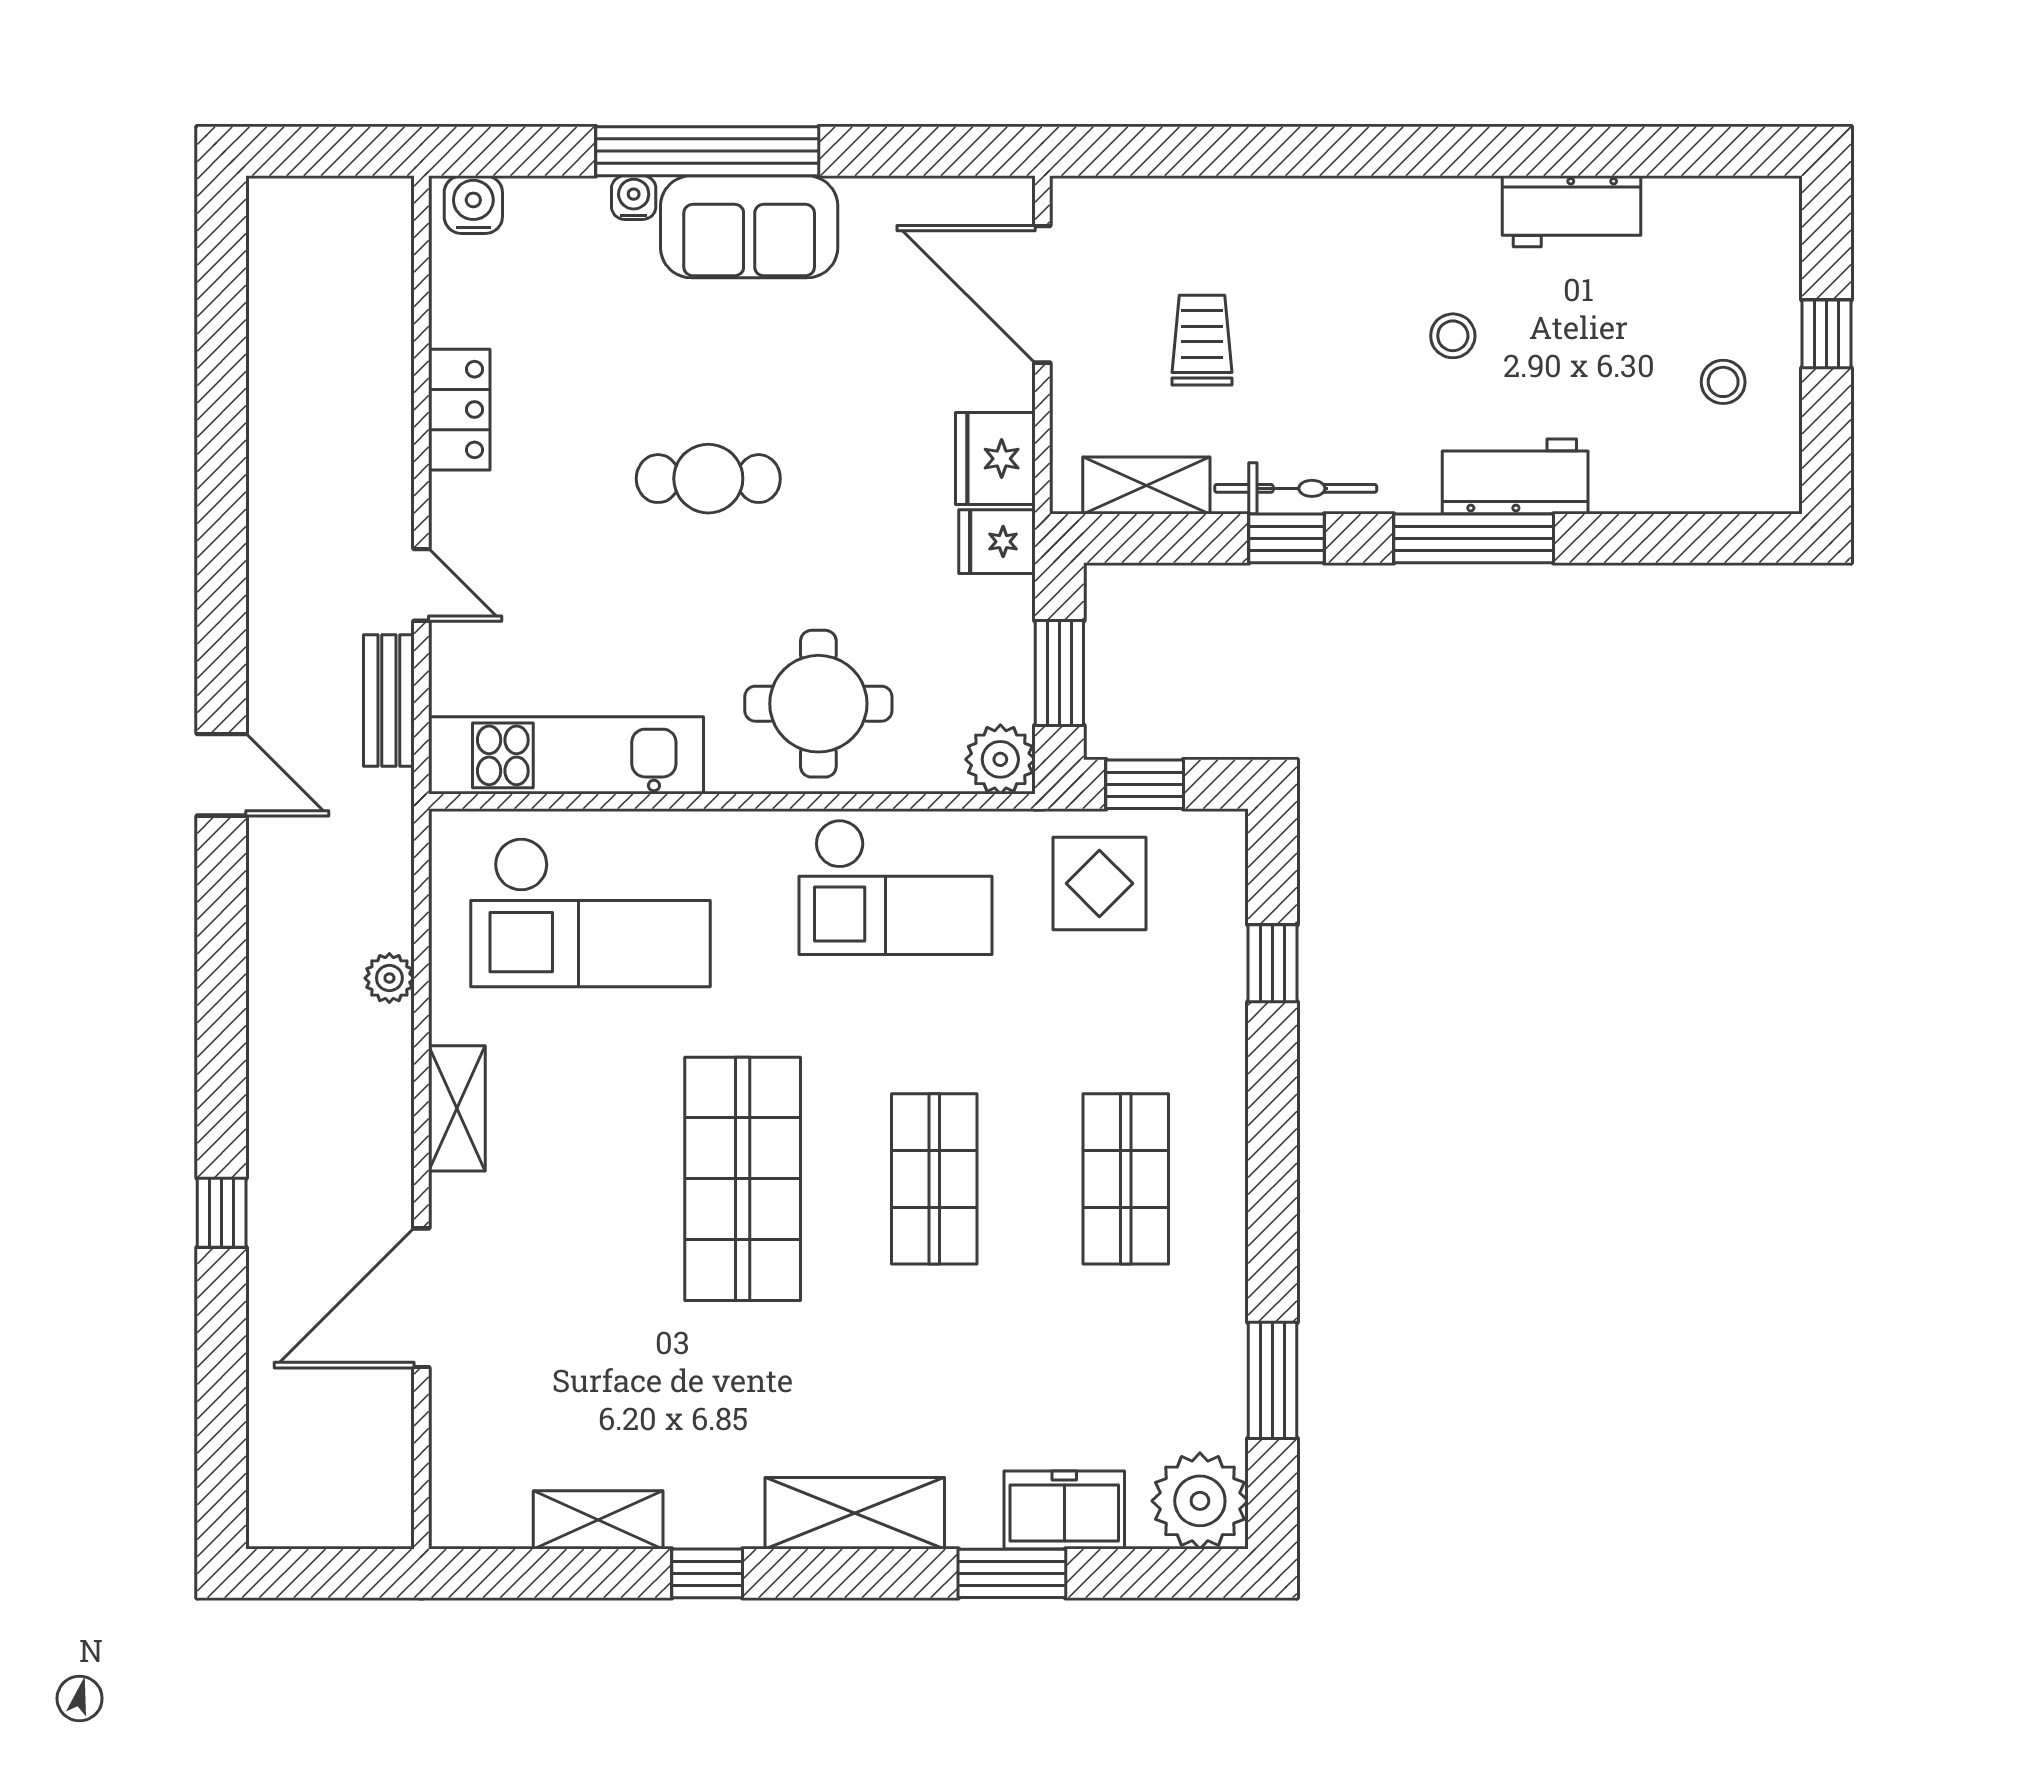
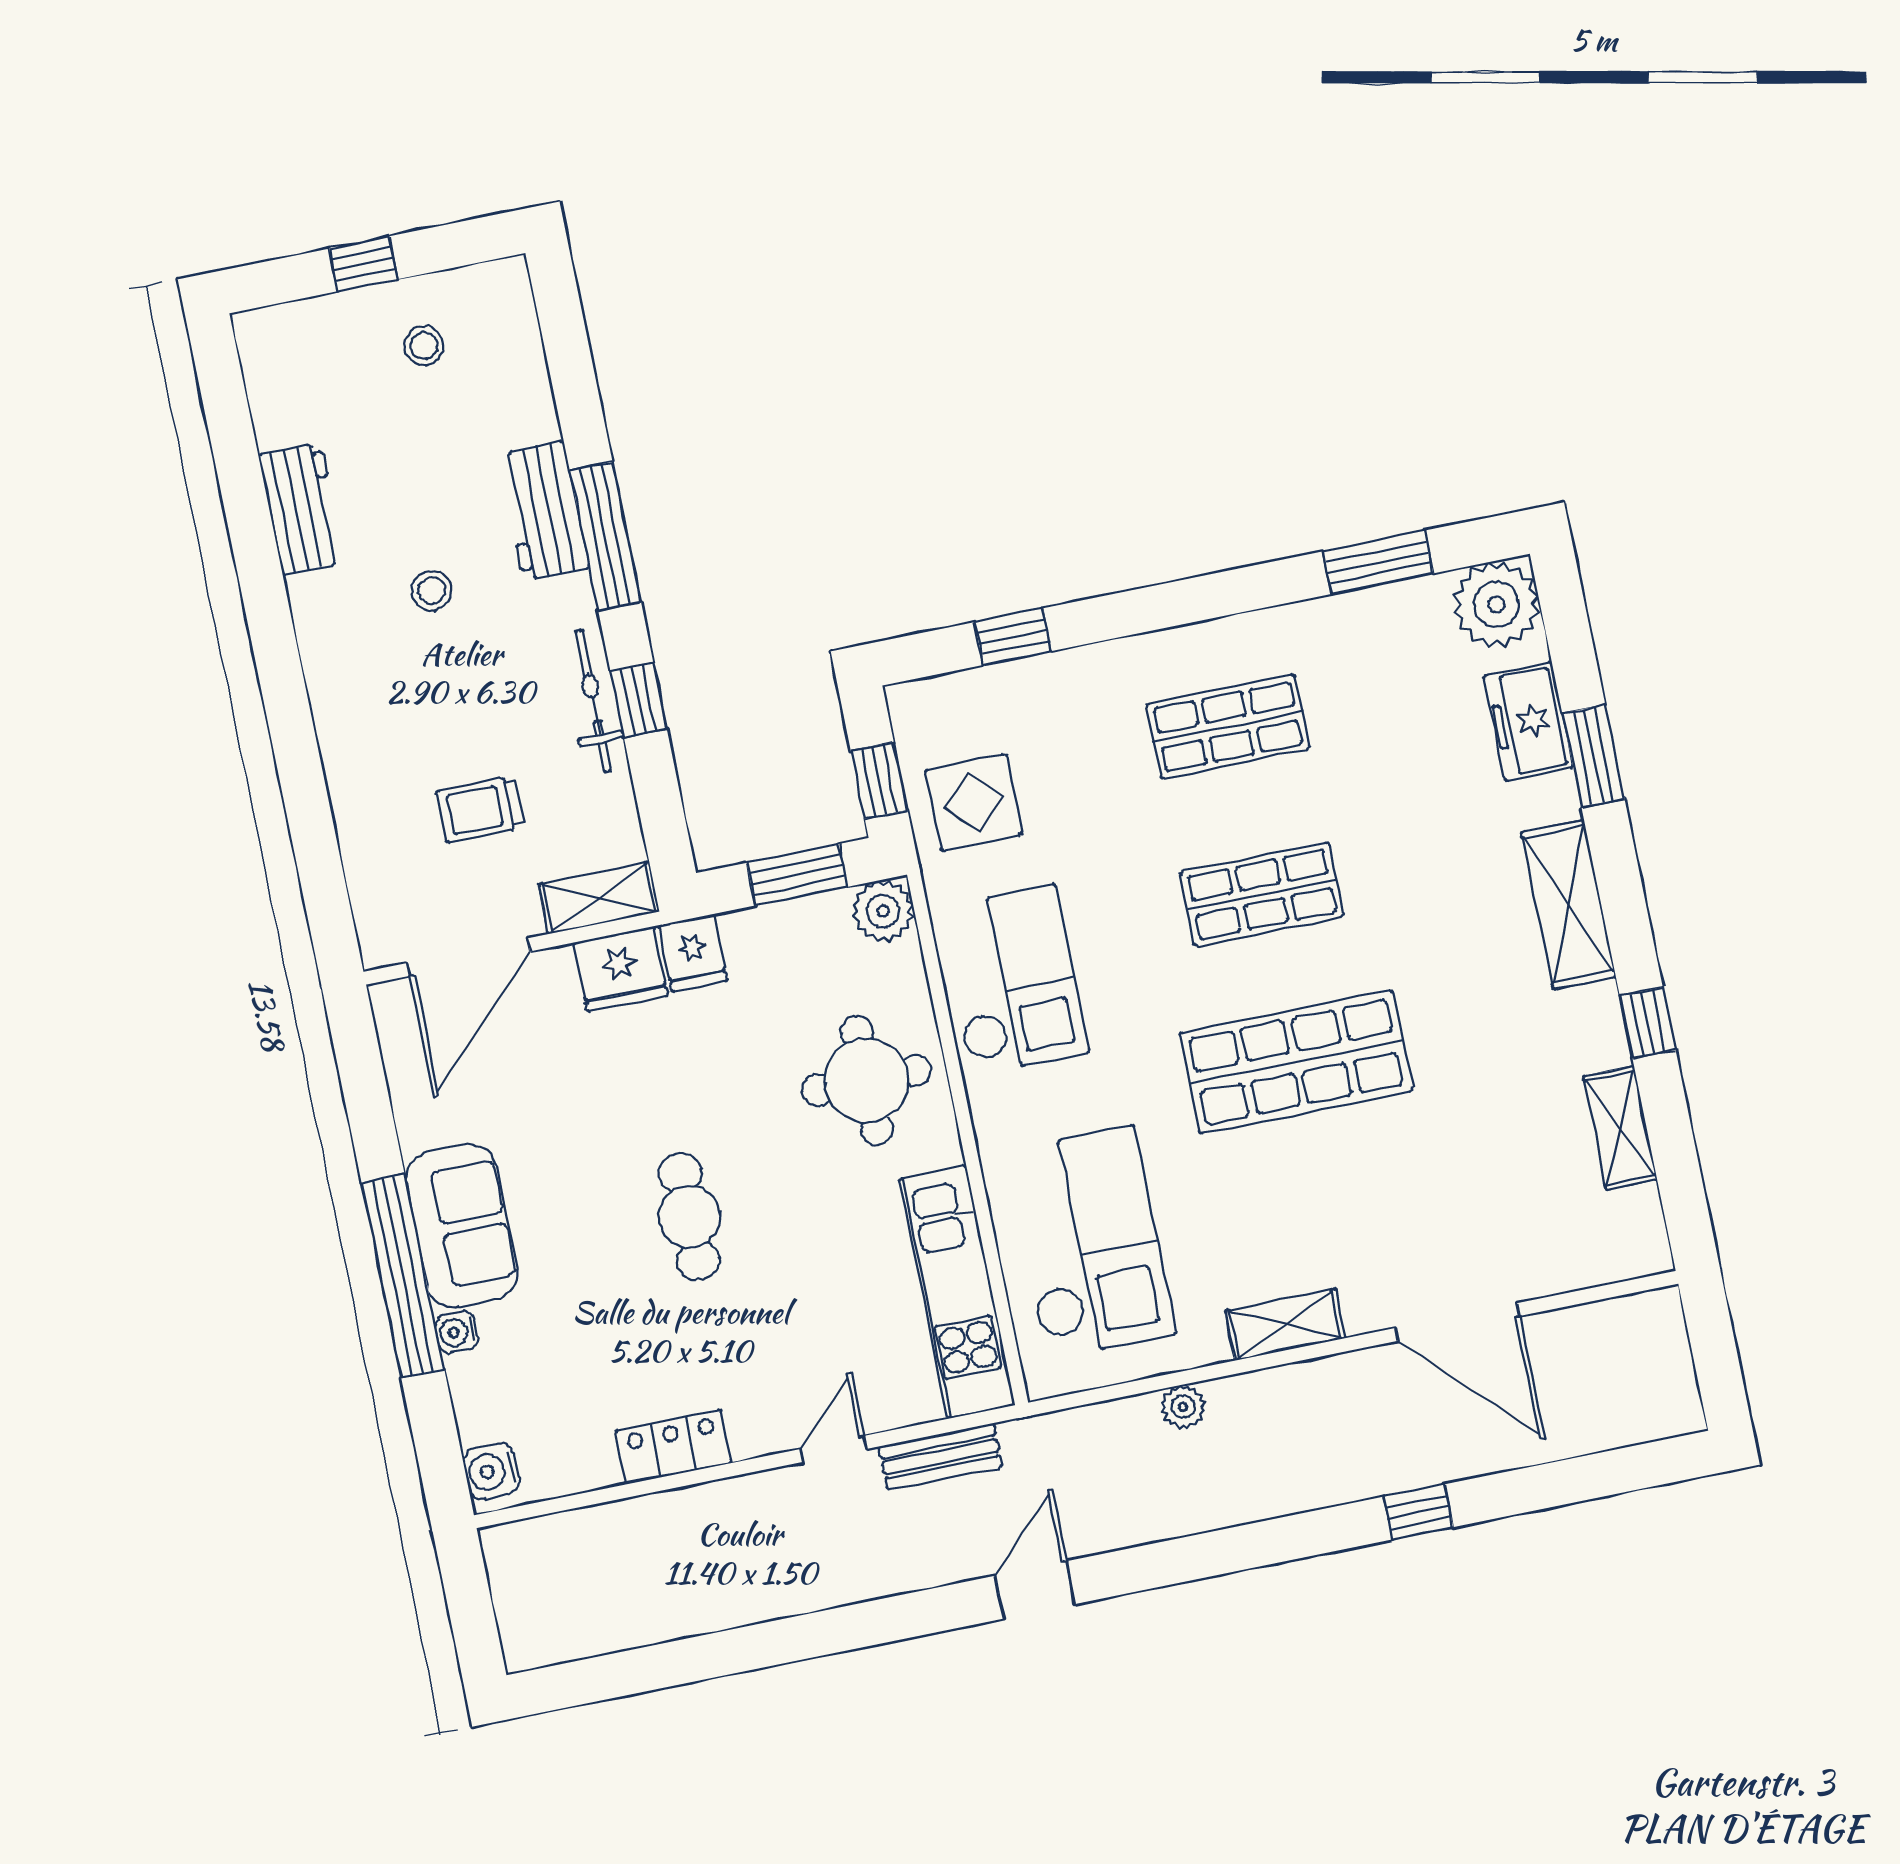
shelving: (1146, 485) -> (599, 898), moved, turned 90

